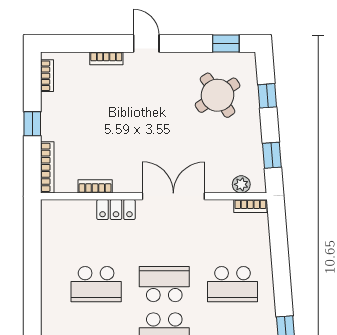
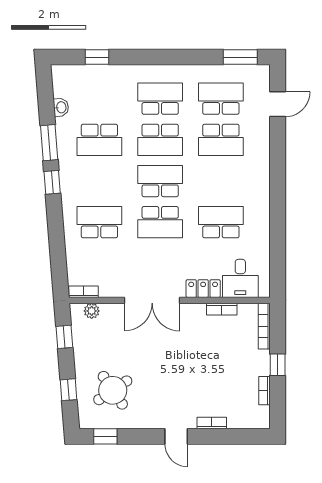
bookcase: (47, 76) -> (265, 391), moved
desk: (74, 221) -> (240, 278), added

